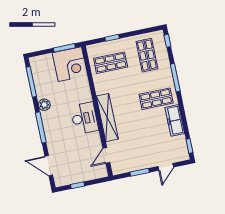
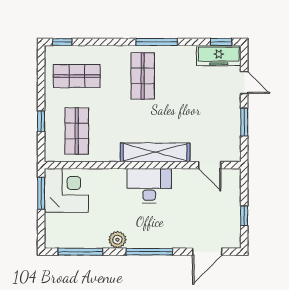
window: (175, 78) -> (157, 42), moved
freezer: (175, 120) -> (219, 56), moved

